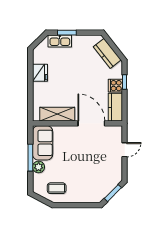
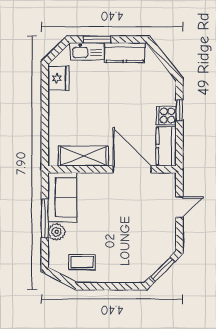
kitchen counter: (107, 53) -> (125, 53), moved, turned -52
fridge: (40, 73) -> (58, 78), moved

